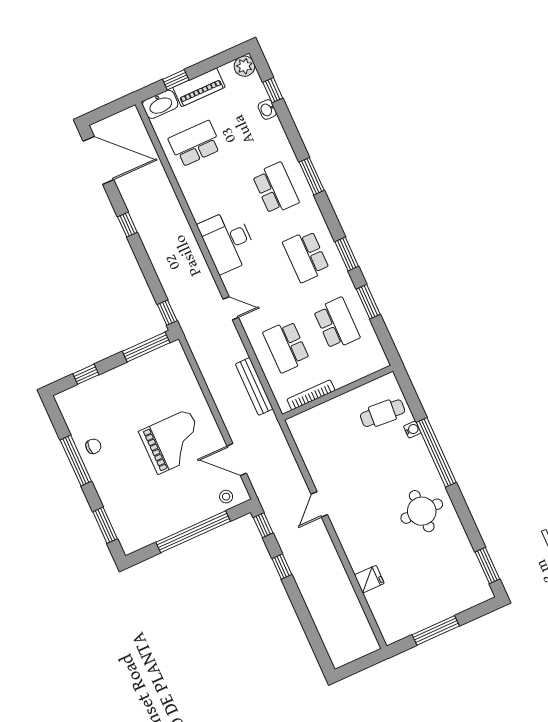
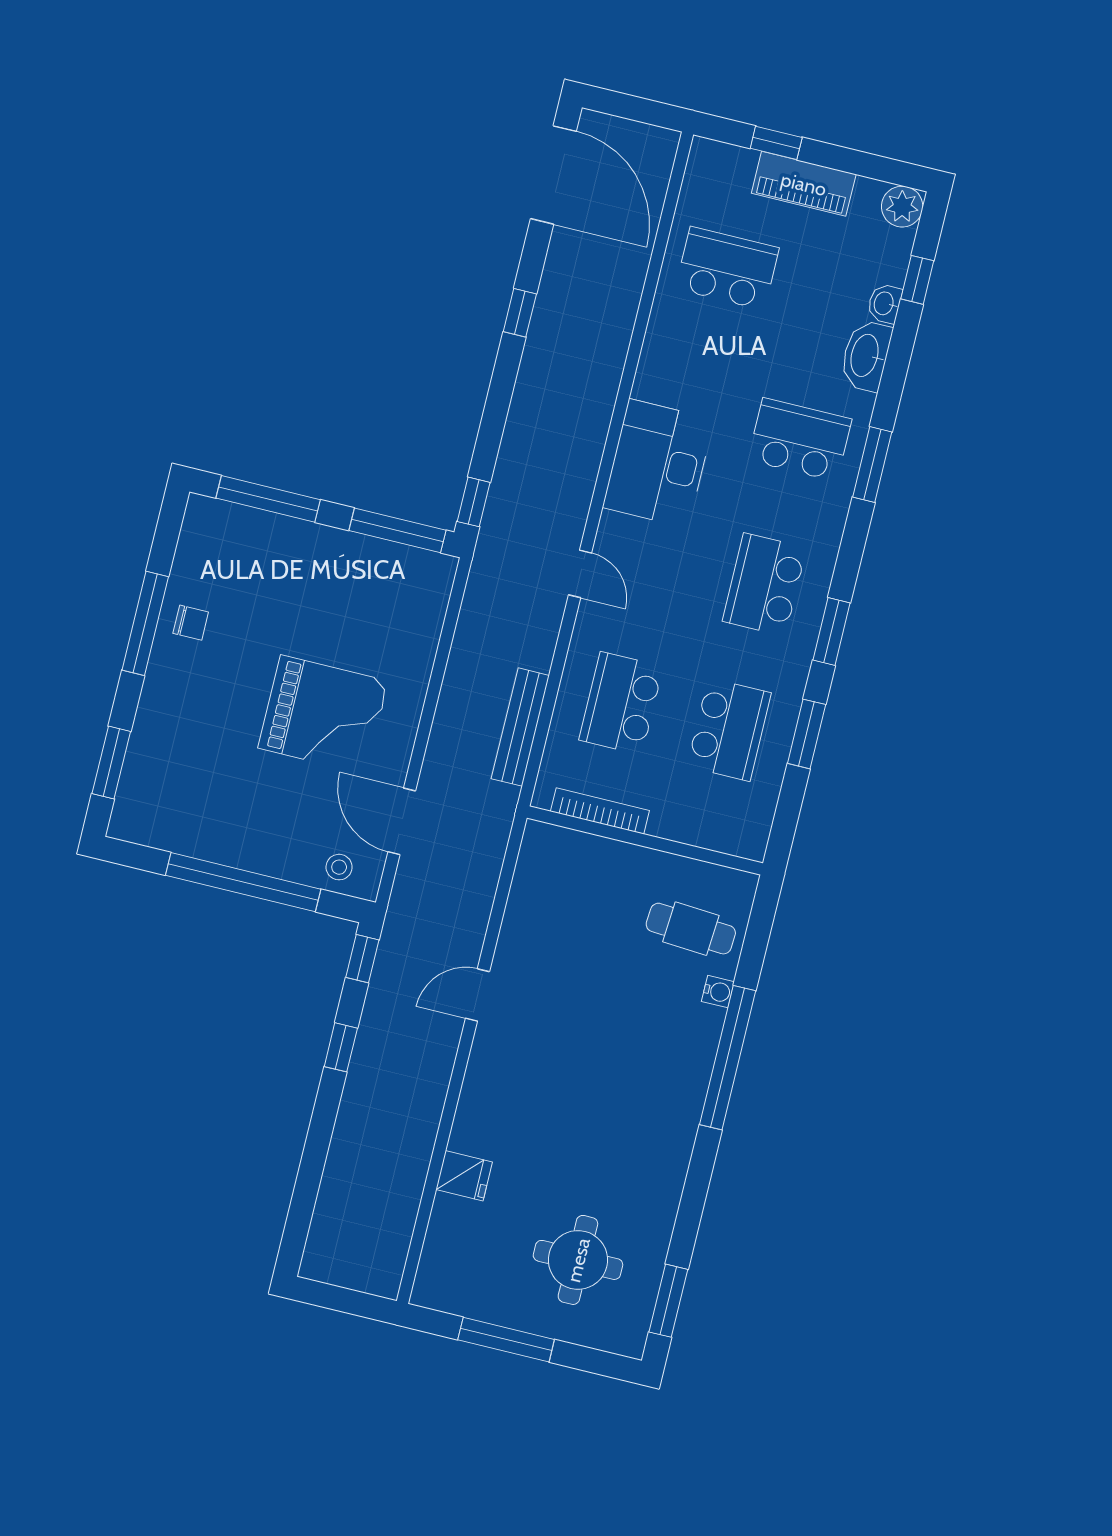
washbasin: (160, 104) -> (866, 356), moved, turned 90
school desk: (276, 189) -> (800, 440), turned -90
window: (86, 374) -> (268, 499), width x2.17
round table: (422, 511) -> (578, 1260), moved

